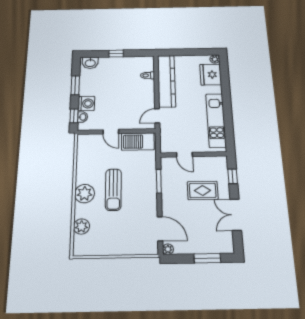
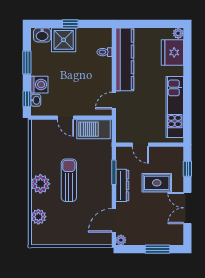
shower: (110, 66) -> (64, 40), added
sun lounger: (113, 190) -> (69, 180), turned 180
dresser: (168, 194) -> (122, 185), added
door: (160, 229) -> (114, 220), swing flipped

